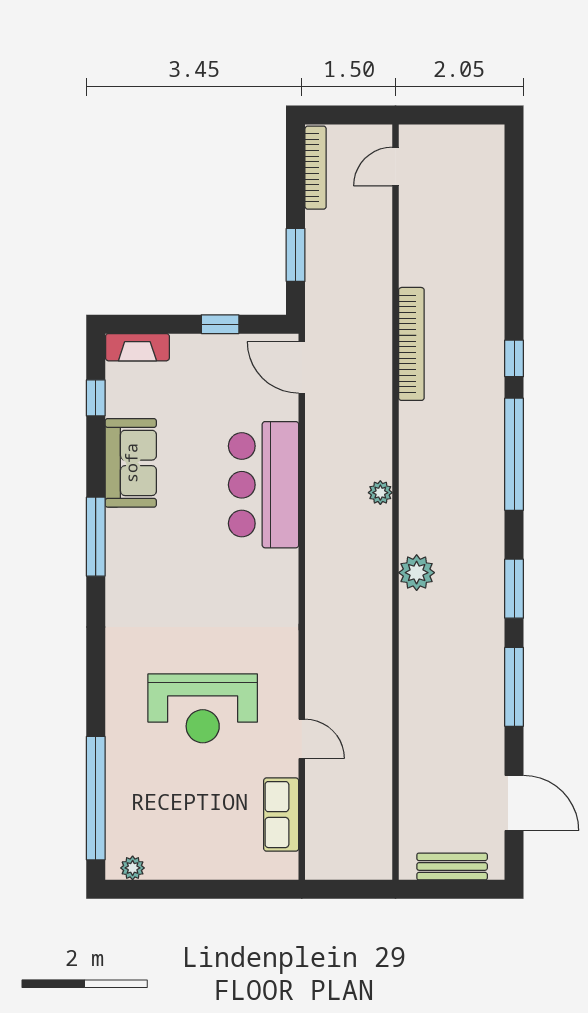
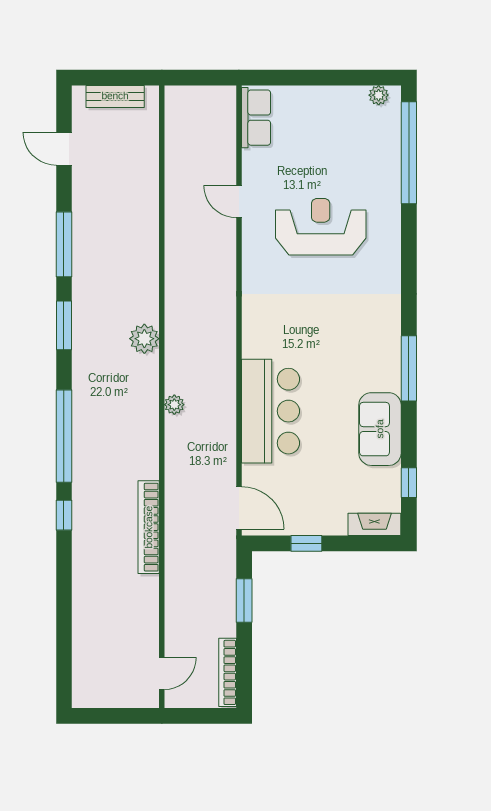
door: (514, 803) -> (64, 149), width x0.73
row of seats: (281, 815) -> (256, 118), moved

